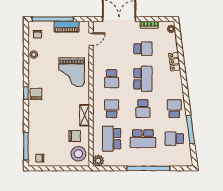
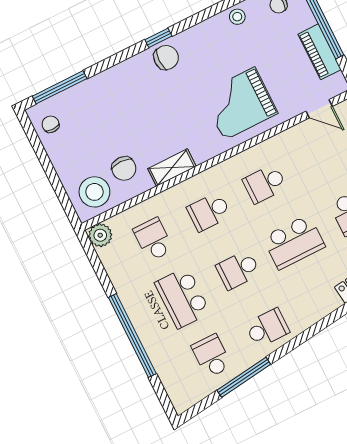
school desk: (112, 109) -> (209, 212), turned 180
school desk: (112, 139) -> (153, 240), width x0.54

